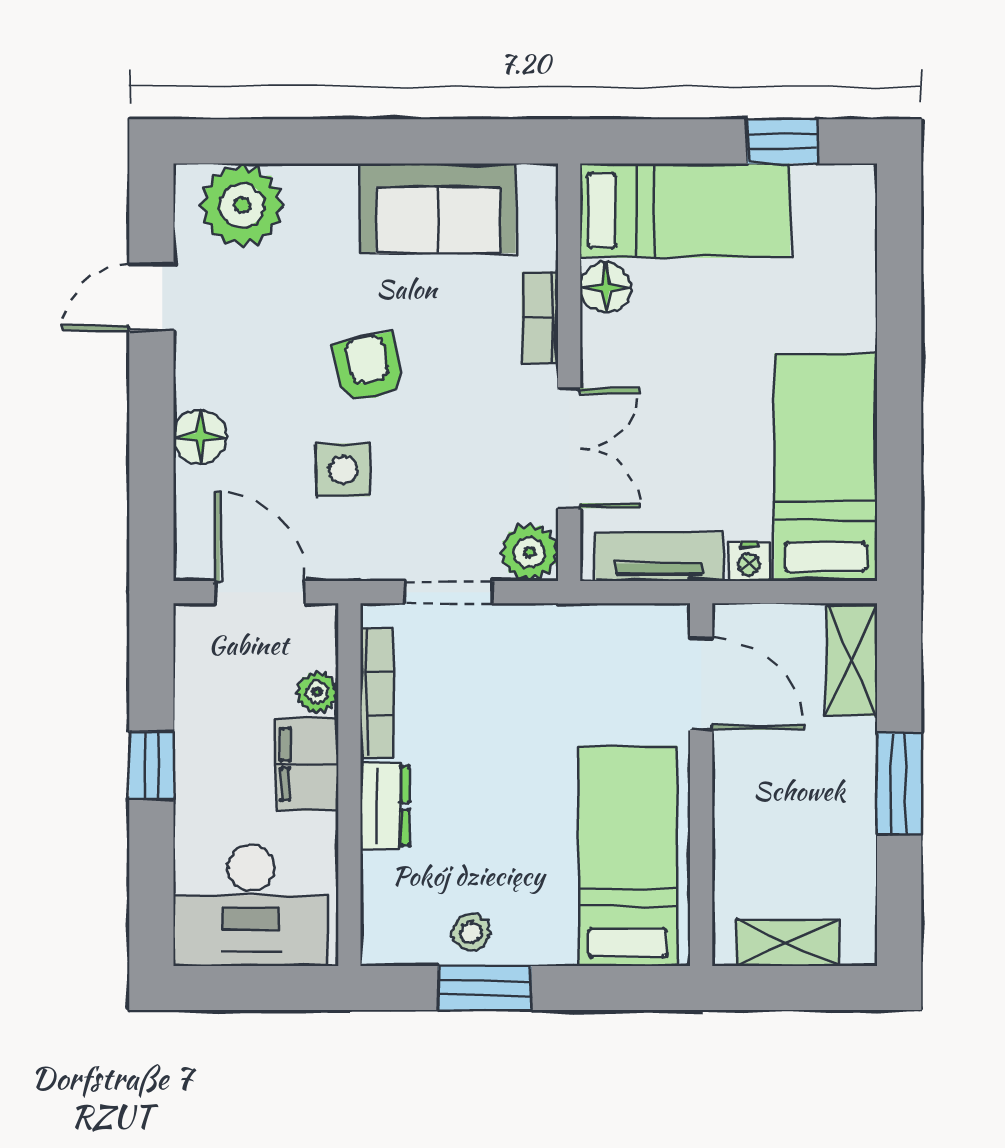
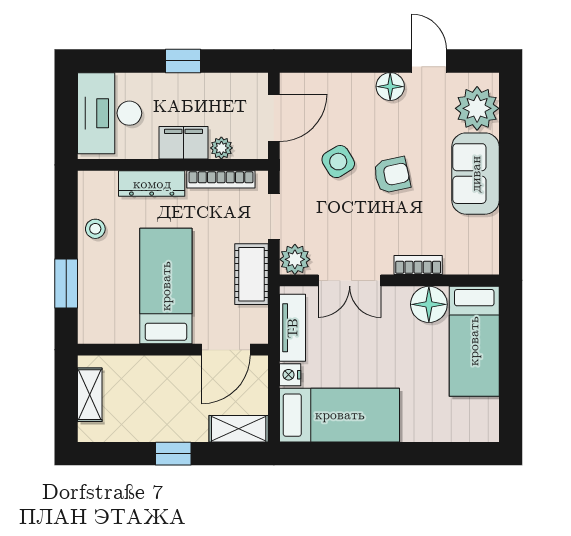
window: (783, 141) -> (511, 392), removed
sofa: (438, 208) -> (476, 174), moved
floor lamp: (605, 287) -> (429, 304), width x1.38, depth x1.38
floor lamp: (200, 437) -> (390, 87), moved
side table: (343, 470) -> (338, 162), turned -31
cot: (557, 635) -> (252, 274), added
window: (899, 784) -> (173, 454), width x0.67
dresser: (385, 806) -> (152, 184), width x1.44
bed: (628, 856) -> (166, 286), moved, turned -90
window: (485, 988) -> (66, 283), moved

